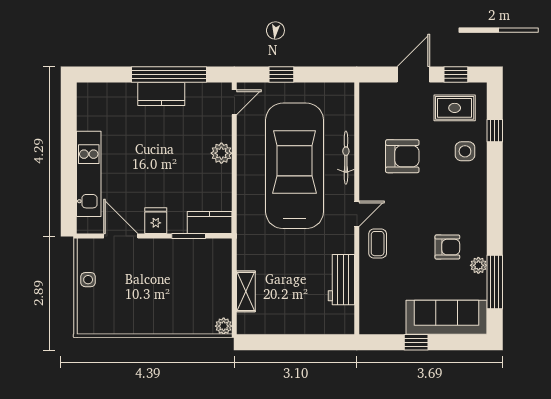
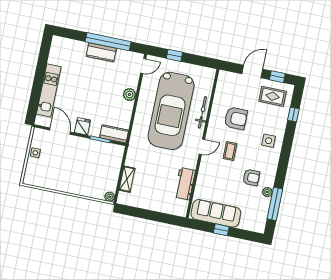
side table: (465, 151) -> (269, 141), moved
car: (295, 166) -> (171, 111), turned 180
coffee table: (378, 244) -> (230, 151), moved
sofa: (446, 317) -> (216, 213), moved

